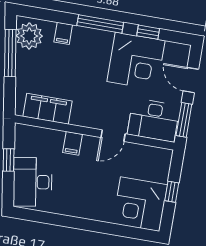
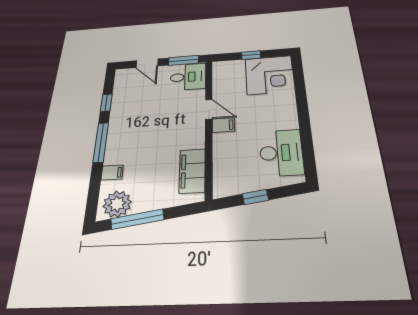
corner desk: (136, 61) -> (134, 106), removed
door: (191, 80) -> (147, 63), hinge flipped
desk: (154, 120) -> (188, 77), width x0.73
filing cabinet: (72, 143) -> (223, 125), moved
desk: (33, 182) -> (281, 153), moved, turned -81

